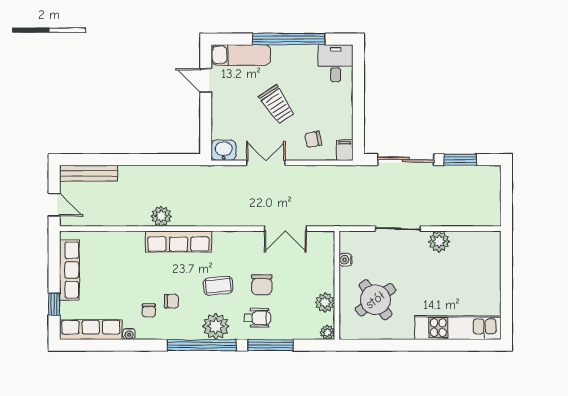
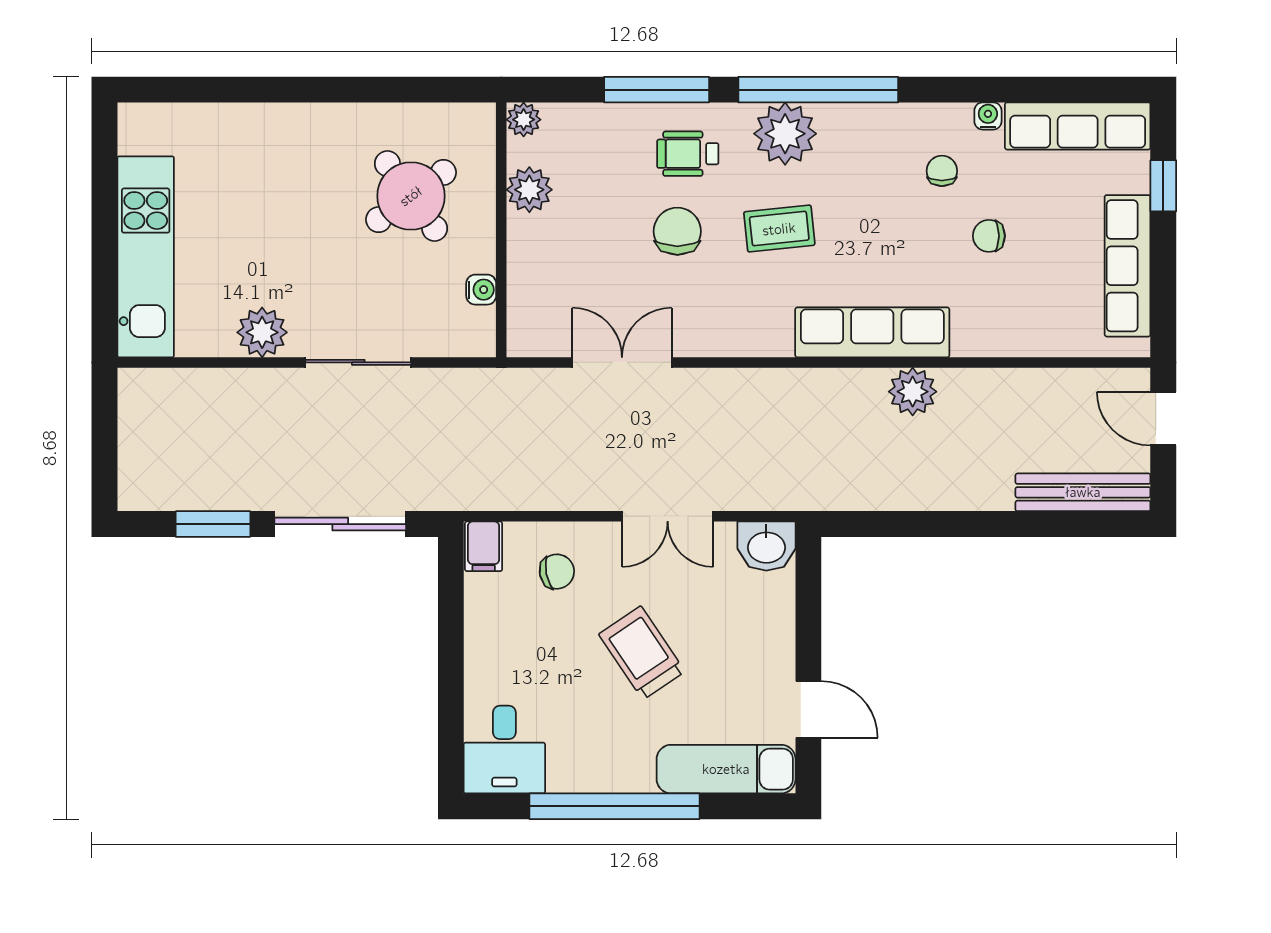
chair: (171, 301) -> (989, 236), moved
kitchen unit: (458, 328) -> (146, 257), moved, turned -90

